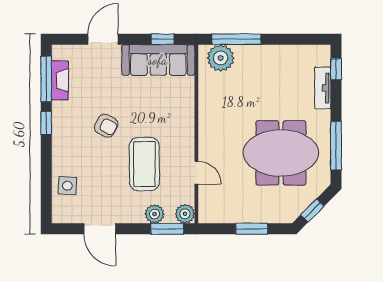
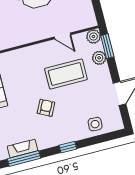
window: (46, 123) -> (68, 147), moved
door: (196, 173) -> (63, 36), swing flipped

